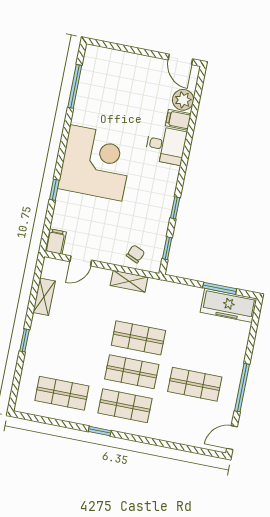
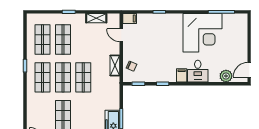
filing cabinet: (178, 120) -> (182, 75), moved
corner desk: (96, 163) -> (203, 33), moved
shop shelf: (69, 359) -> (63, 40), added

